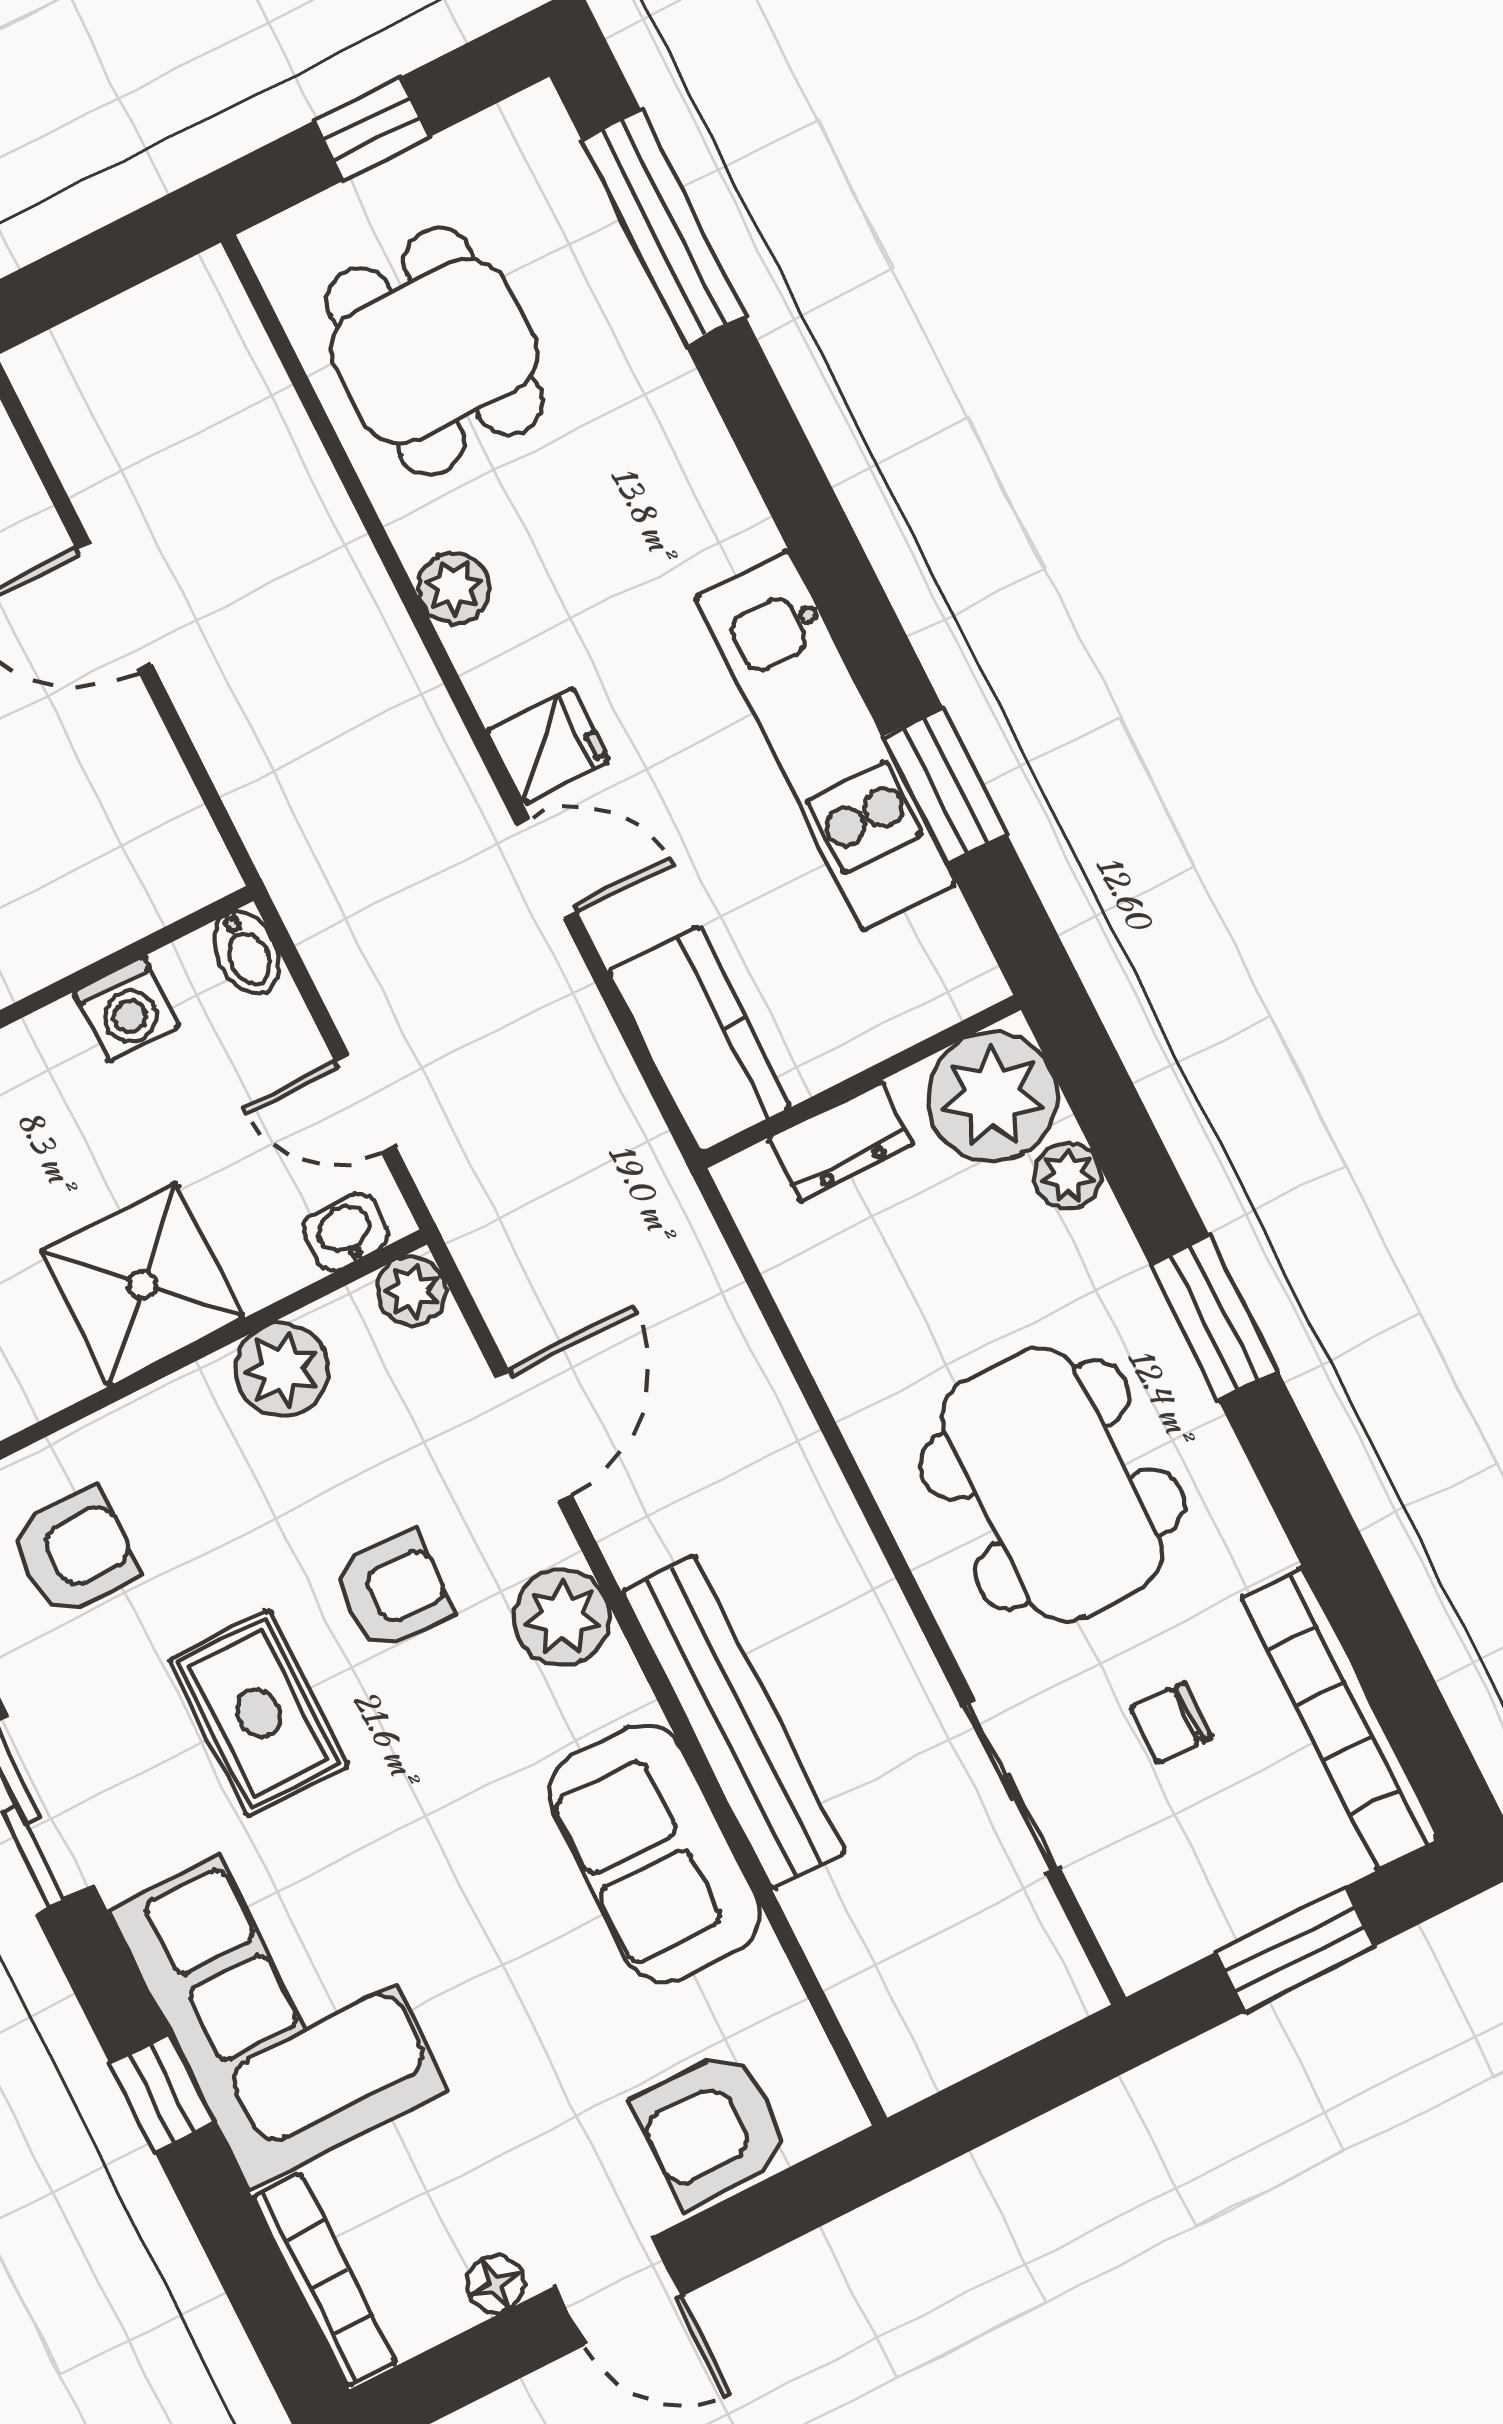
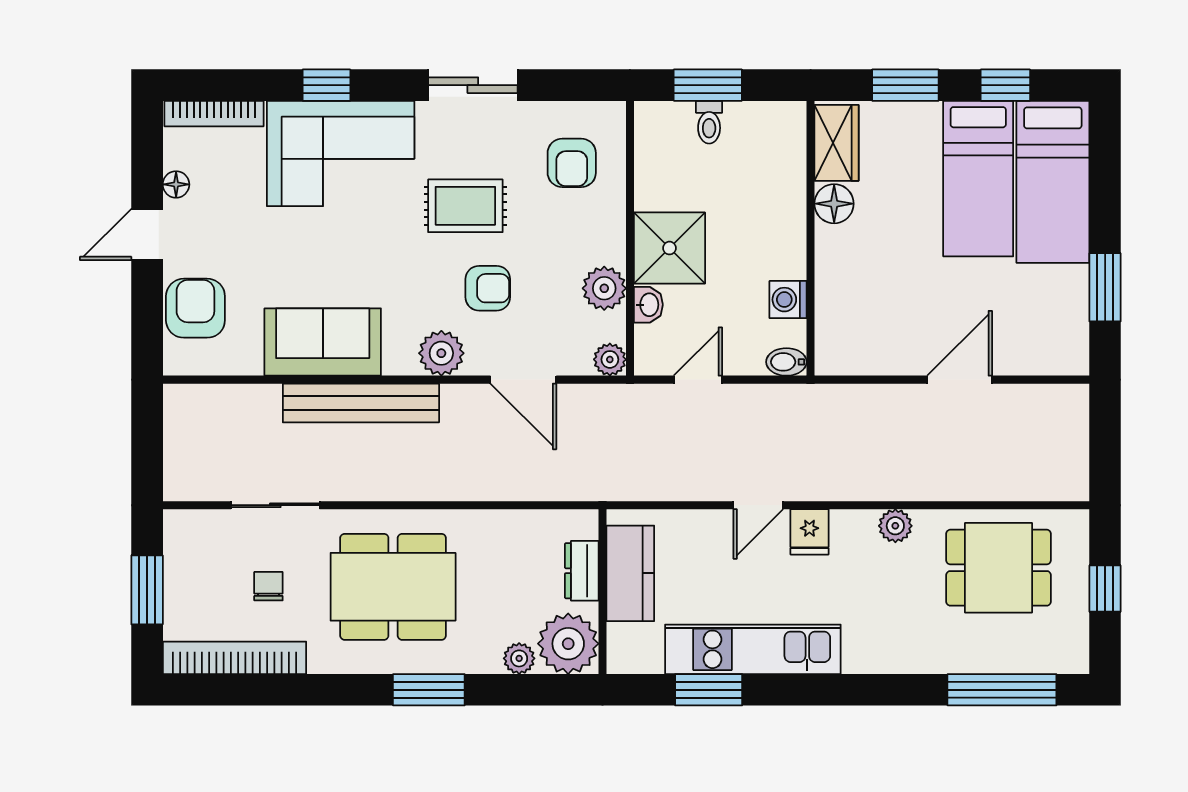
kitchen counter: (699, 1040) -> (630, 573), moved, turned -90
washbasin: (346, 1232) -> (648, 305), moved
armchair: (393, 1591) -> (488, 288), turned -91

